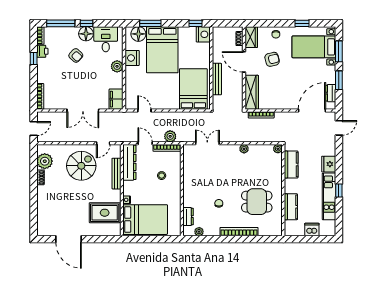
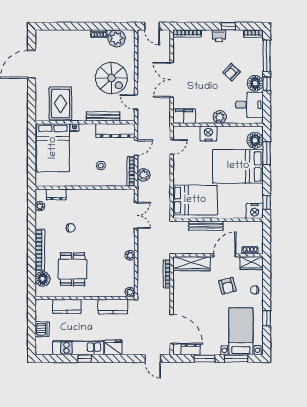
printer: (42, 51) -> (219, 36), moved
nightstand: (132, 58) -> (208, 133), moved
floor lamp: (266, 229) -> (43, 279), added

